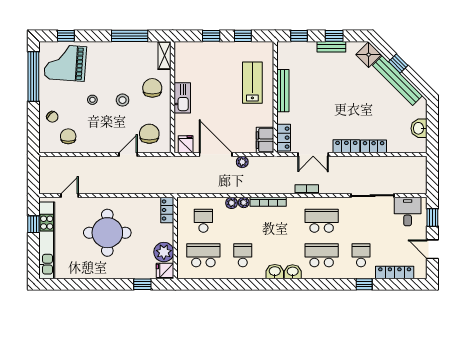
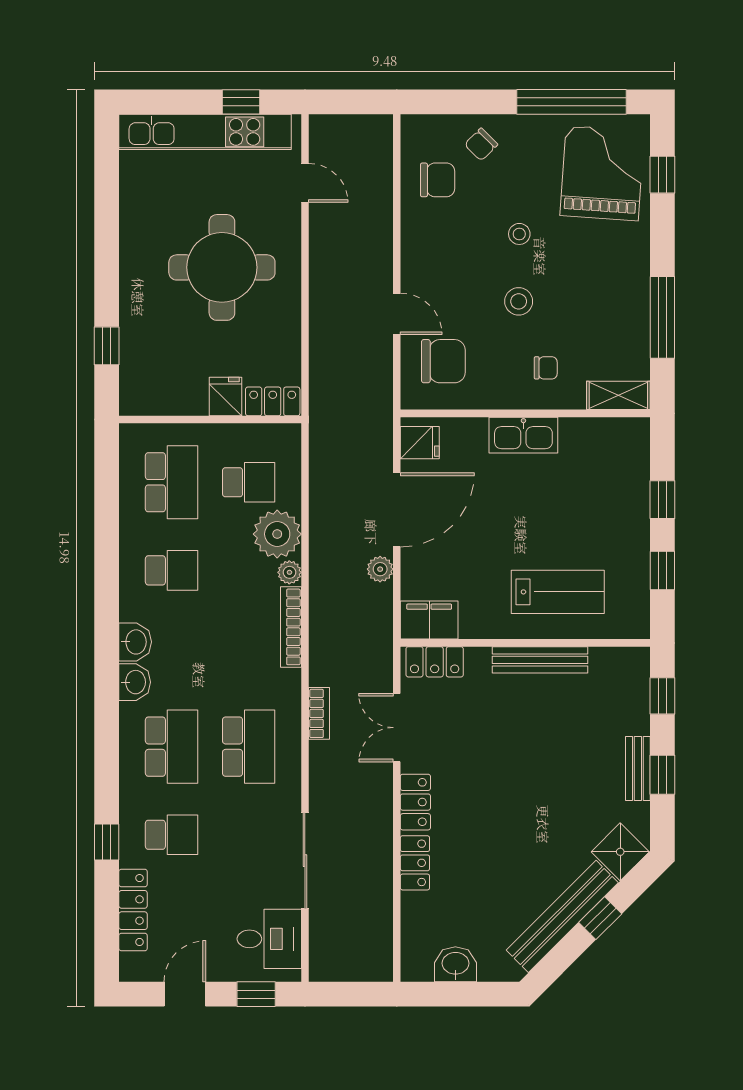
chair: (152, 88) -> (546, 368), width x0.54, depth x0.54
plant: (232, 203) -> (277, 534), width x1.87, depth x1.87
plant: (164, 252) -> (179, 394), removed
fridge: (165, 270) -> (225, 396), moved

